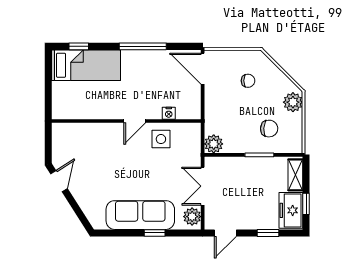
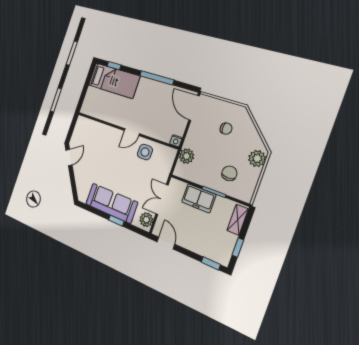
nightstand: (169, 113) -> (176, 141), moved
chair: (269, 129) -> (229, 173), turned -93
plant: (214, 144) -> (186, 156), moved
freezer: (291, 210) -> (199, 198), moved, turned -90
door: (225, 233) -> (166, 243), swing flipped
window: (268, 233) -> (211, 263), moved

